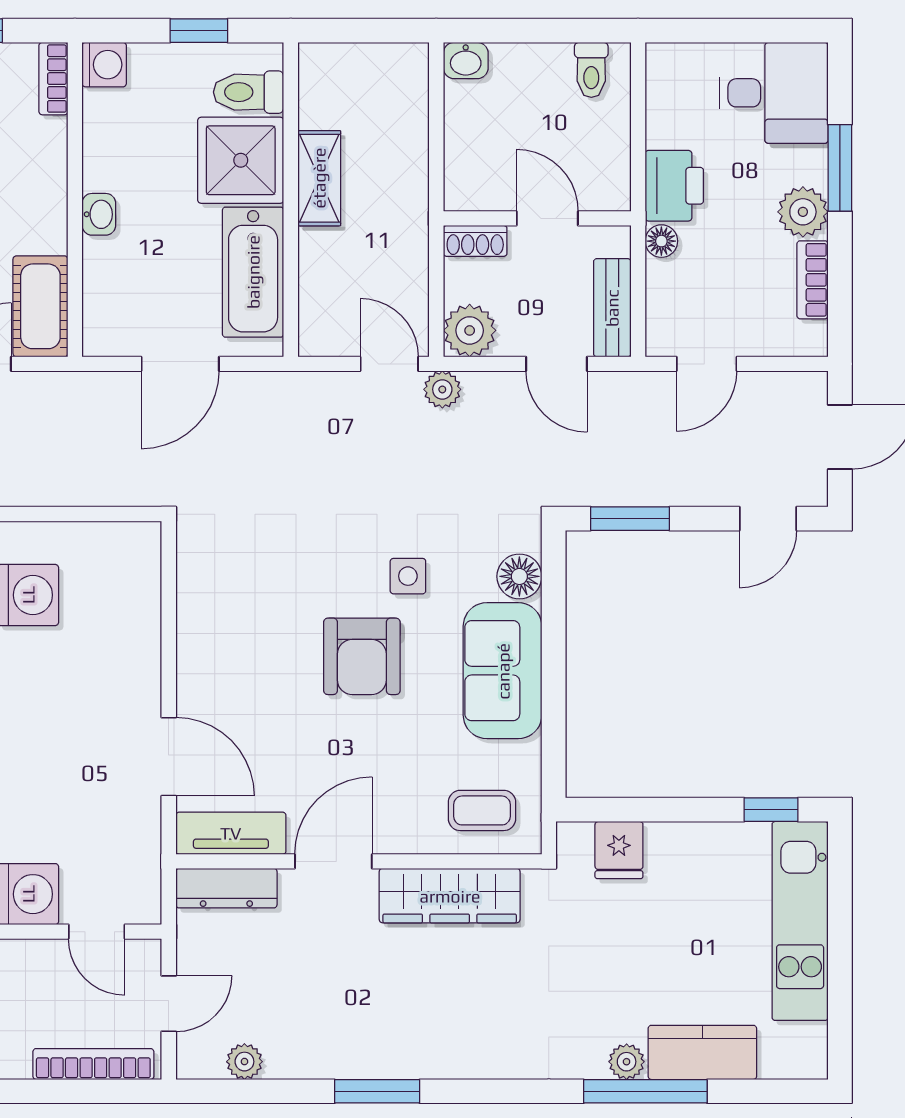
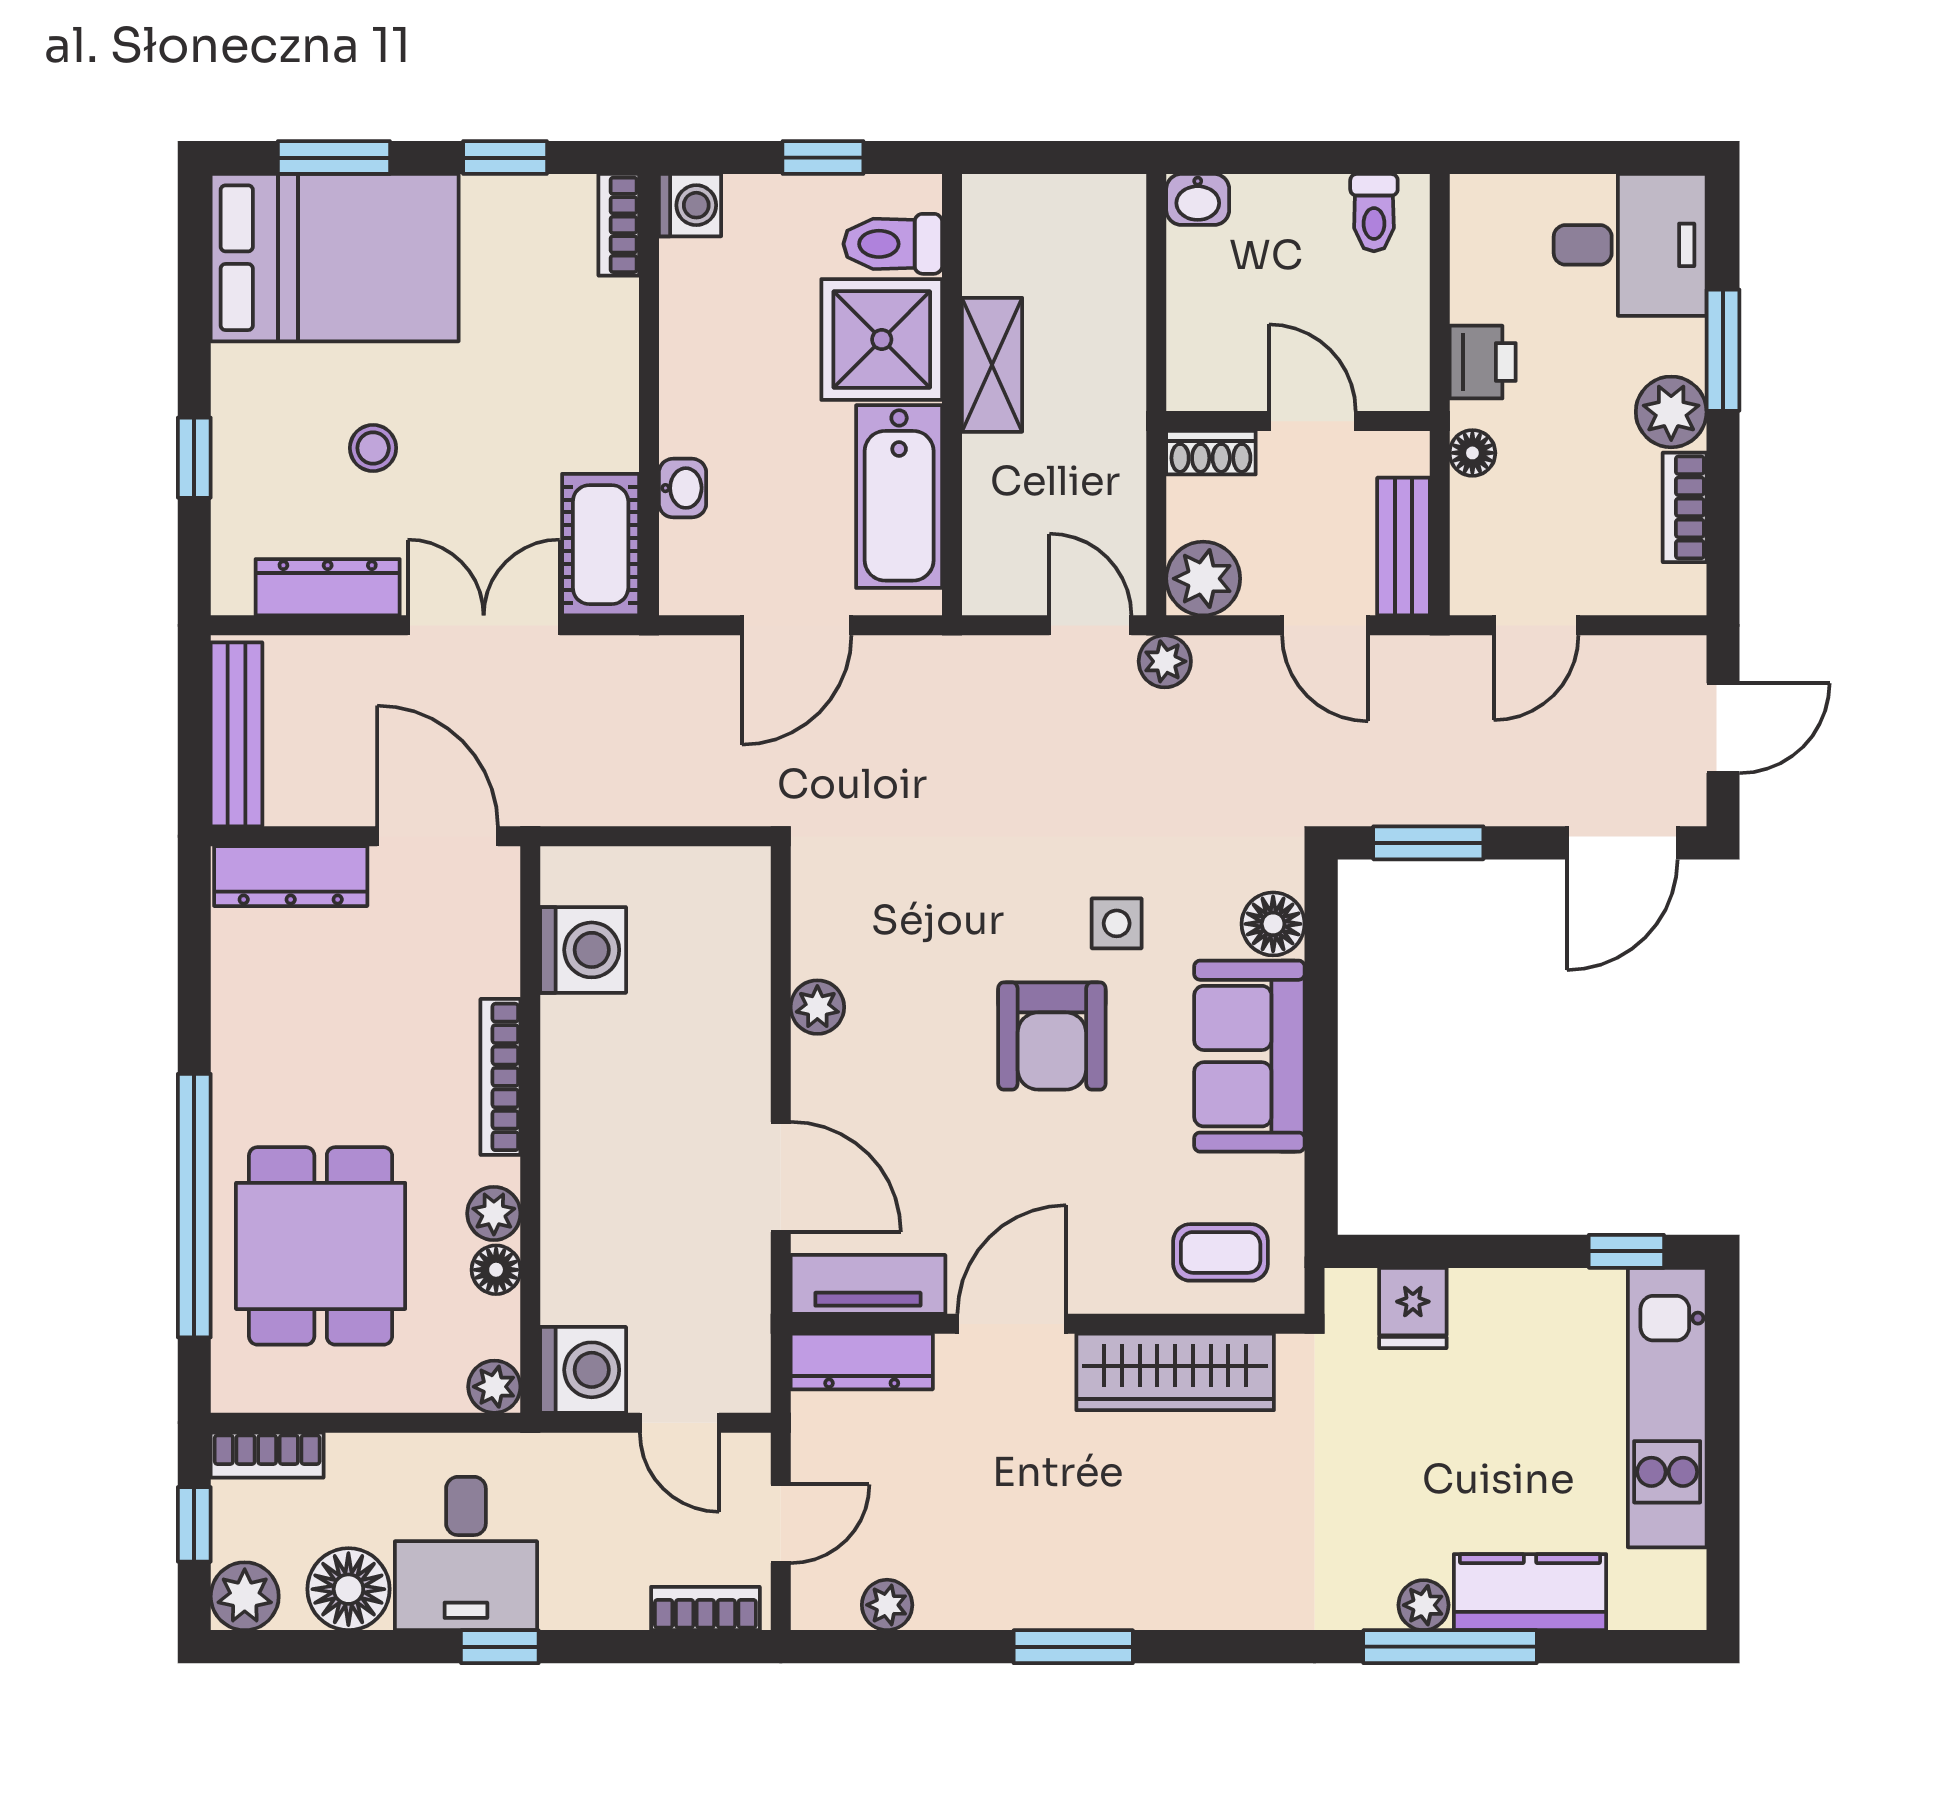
printer: (674, 186) -> (1483, 362), width x0.73, depth x0.81
washbasin: (99, 214) -> (683, 488), moved
door: (768, 519) -> (1622, 843), width x1.38
plant: (195, 636) -> (817, 1007), added
bookcase: (93, 1064) -> (705, 1608), width x0.64

